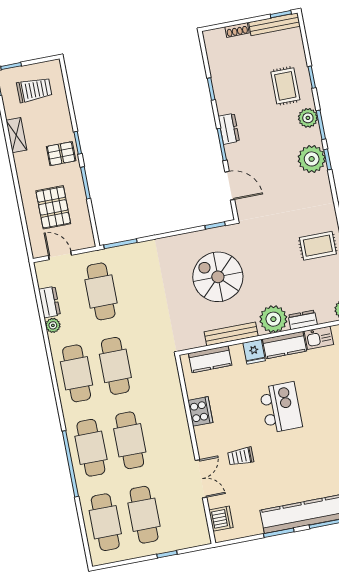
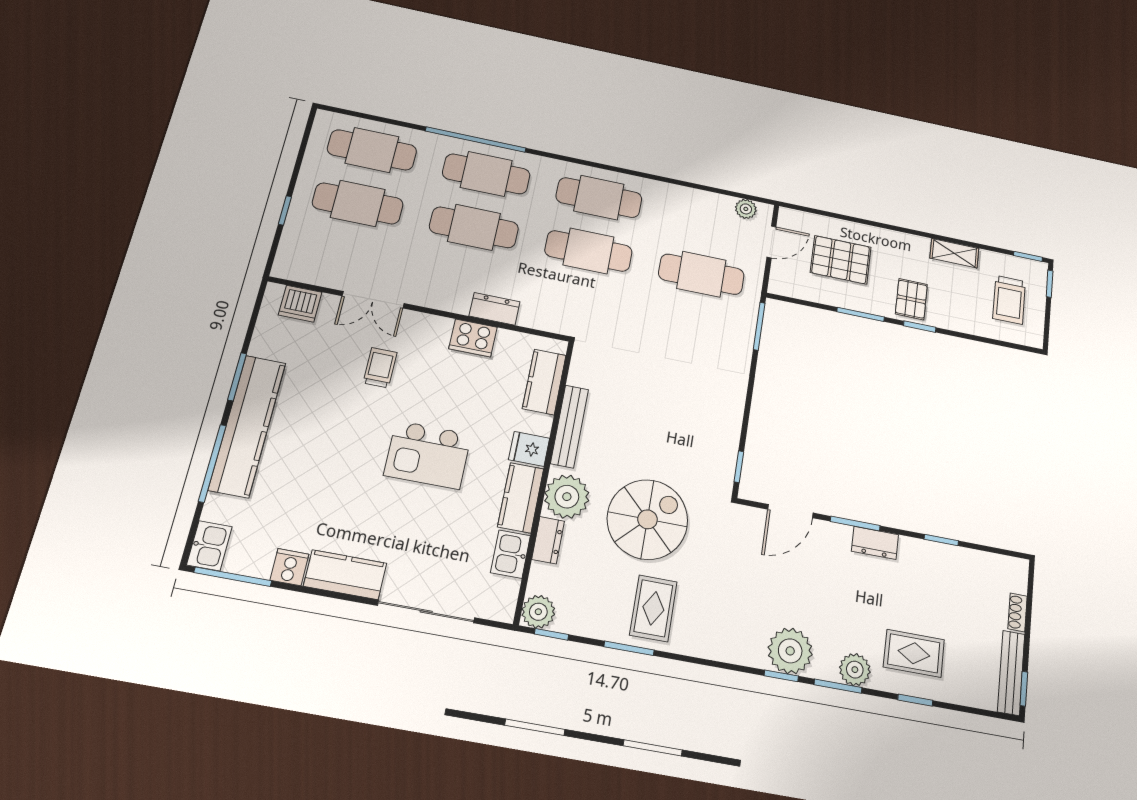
spiral stairs: (218, 277) -> (648, 519), moved
dresser: (49, 302) -> (495, 309), moved, turned 180
plant: (53, 325) -> (746, 209), moved

